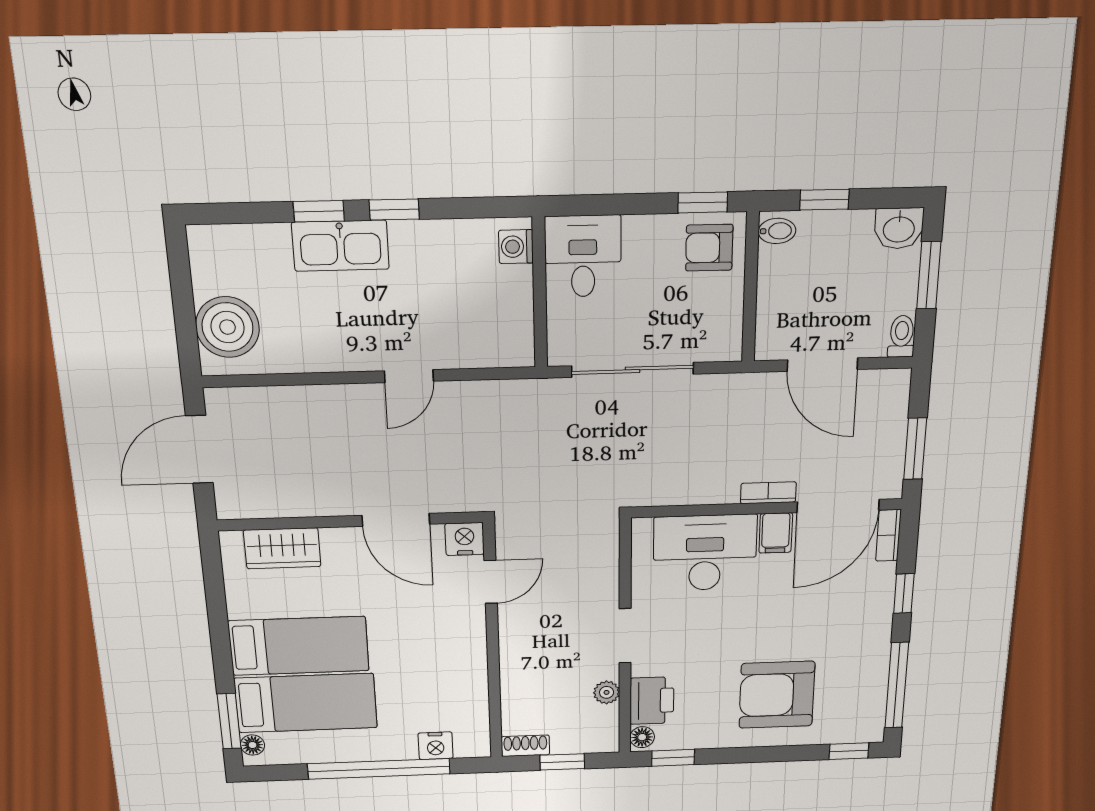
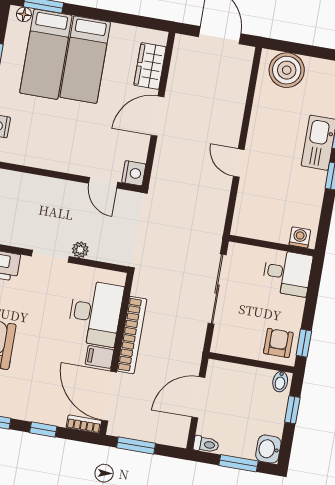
bookcase: (768, 493) -> (132, 335), width x2.31, depth x1.31
door: (396, 520) -> (158, 116), moved
plant: (607, 692) -> (80, 250), moved

